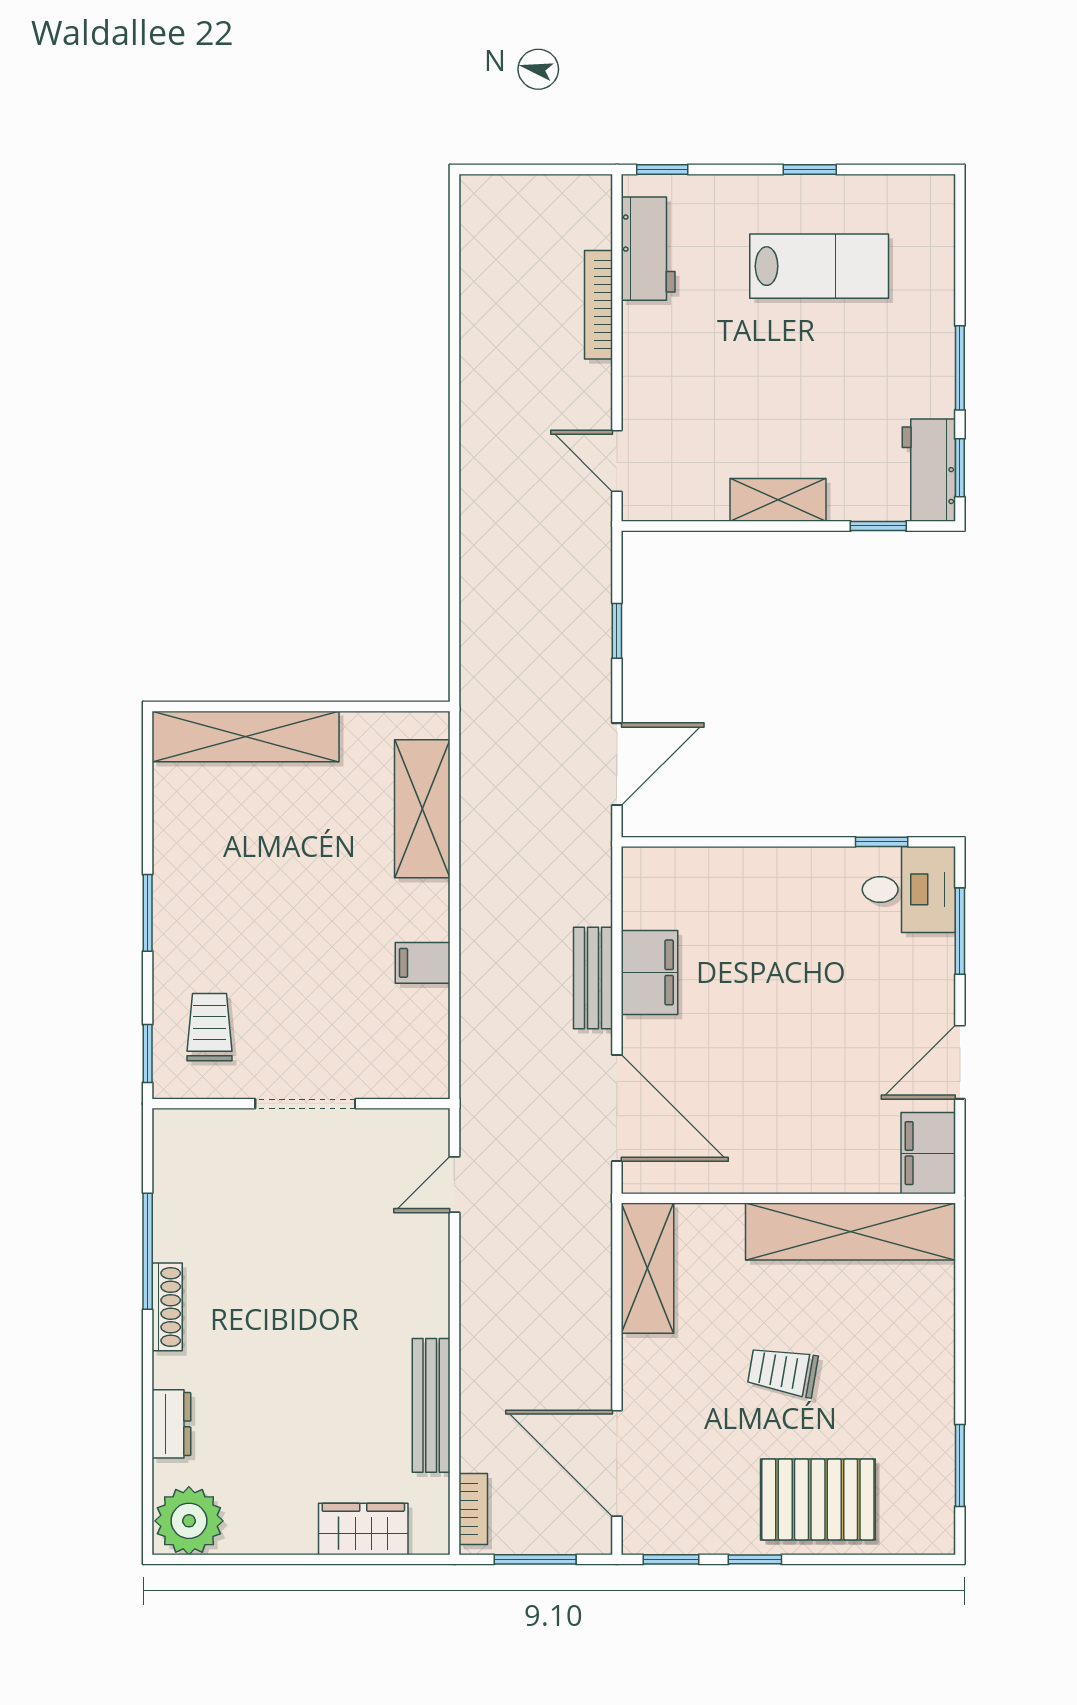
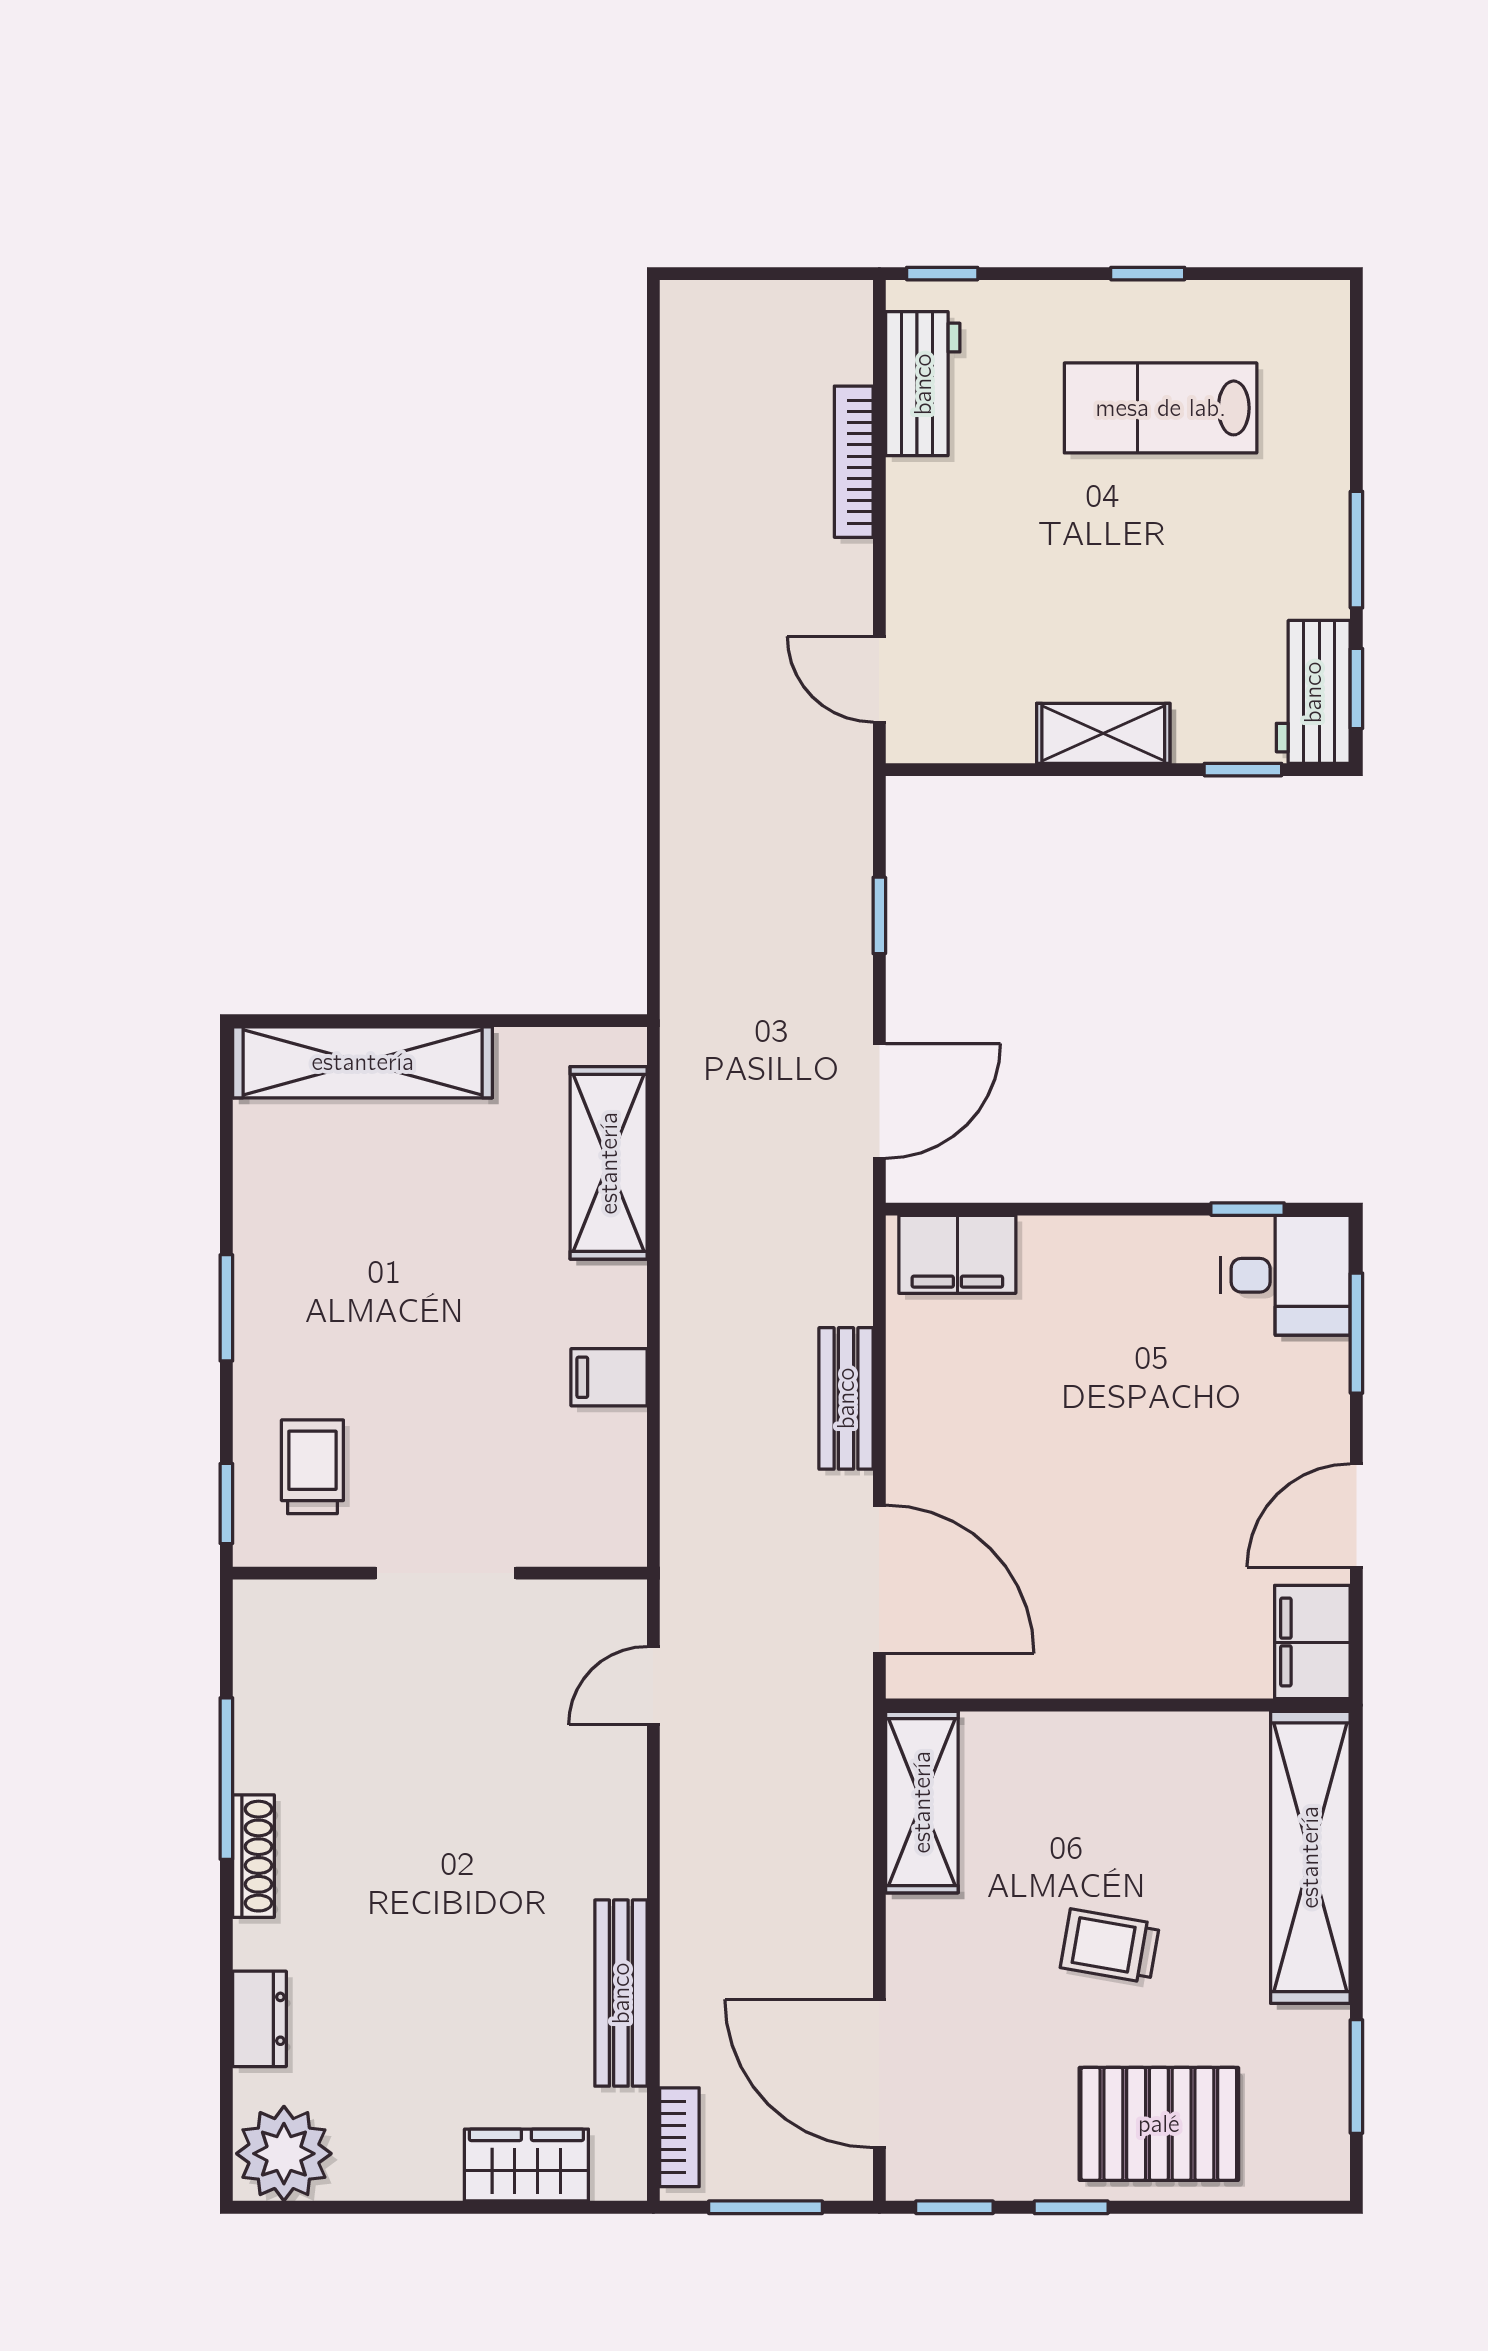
lab bench: (819, 266) -> (1161, 408), turned 180
filing cabinet: (650, 972) -> (957, 1254), moved, turned 90
shelving: (850, 1232) -> (1310, 1857), moved, turned 90

